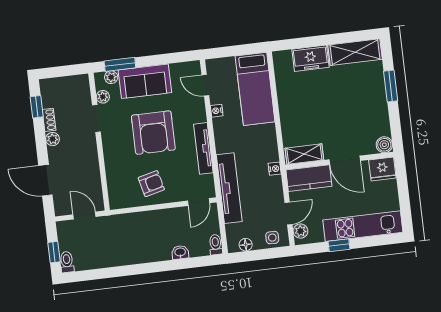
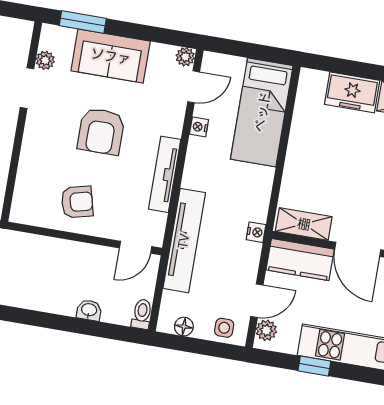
plant: (111, 77) -> (185, 57), moved
door: (205, 85) -> (194, 87), swing flipped
armchair: (153, 133) -> (101, 131), width x0.73, depth x0.73

